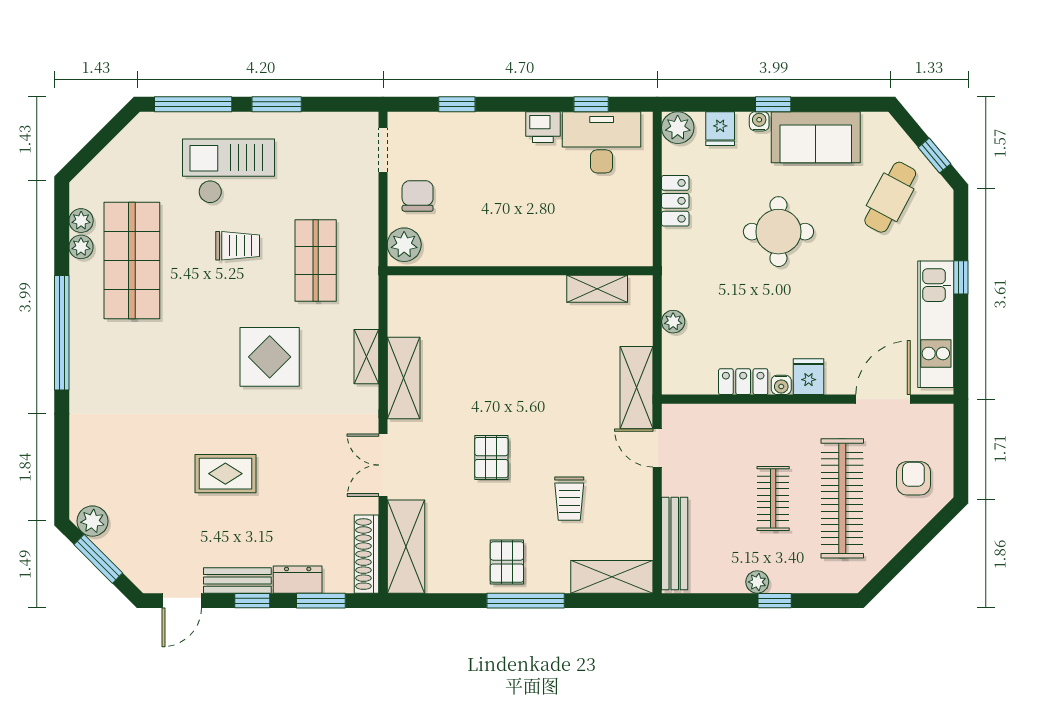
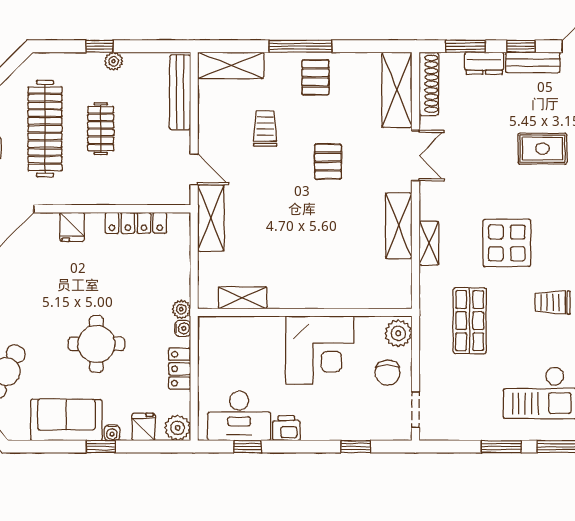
corner desk: (502, 224) -> (320, 350), added
trolley: (238, 246) -> (553, 303), moved
plant: (673, 322) -> (181, 309), moved
locker: (743, 382) -> (136, 223), width x1.53
water cooler: (781, 385) -> (183, 328), moved, turned 90

